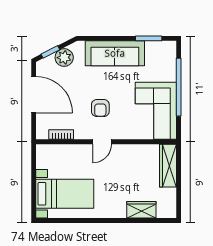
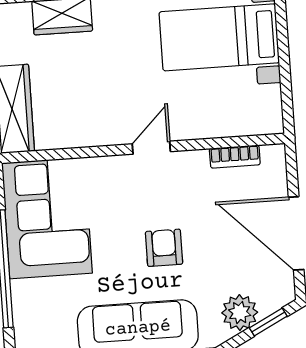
armchair: (100, 108) -> (164, 248), moved

